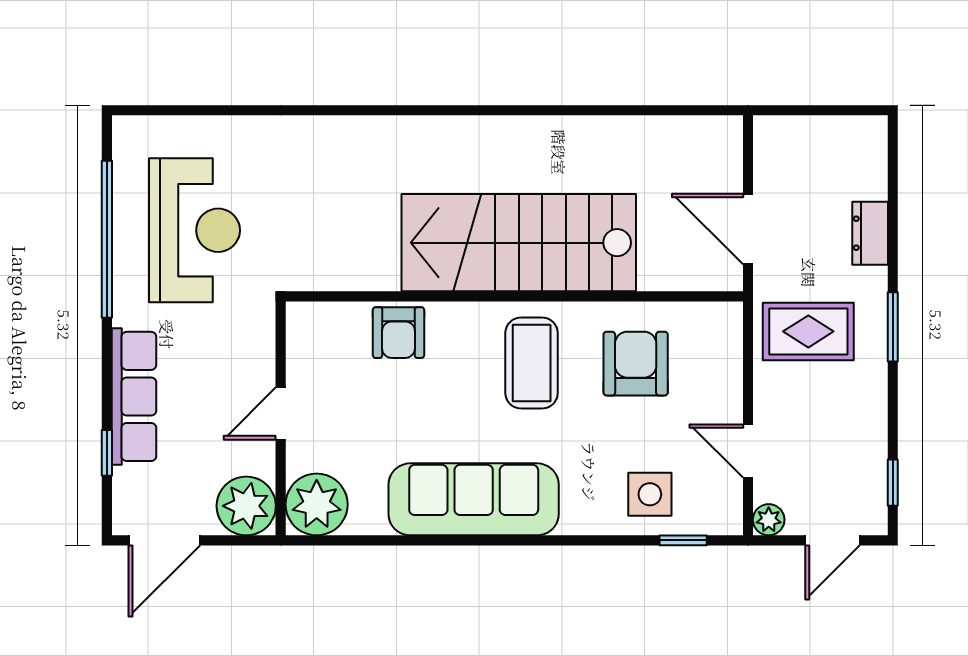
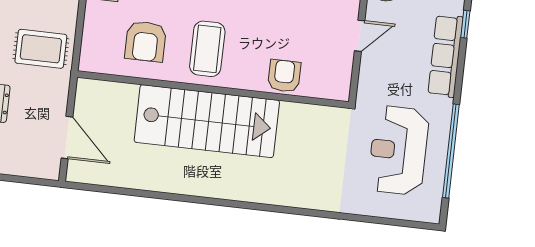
door: (748, 229) -> (67, 138), moved

